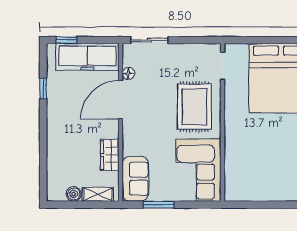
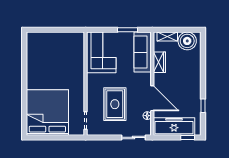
door: (121, 100) -> (152, 98), hinge flipped
rug: (194, 107) -> (115, 104), moved
sofa: (135, 179) -> (143, 52), width x1.36
boiler: (74, 194) -> (187, 41), width x1.86, depth x1.86

